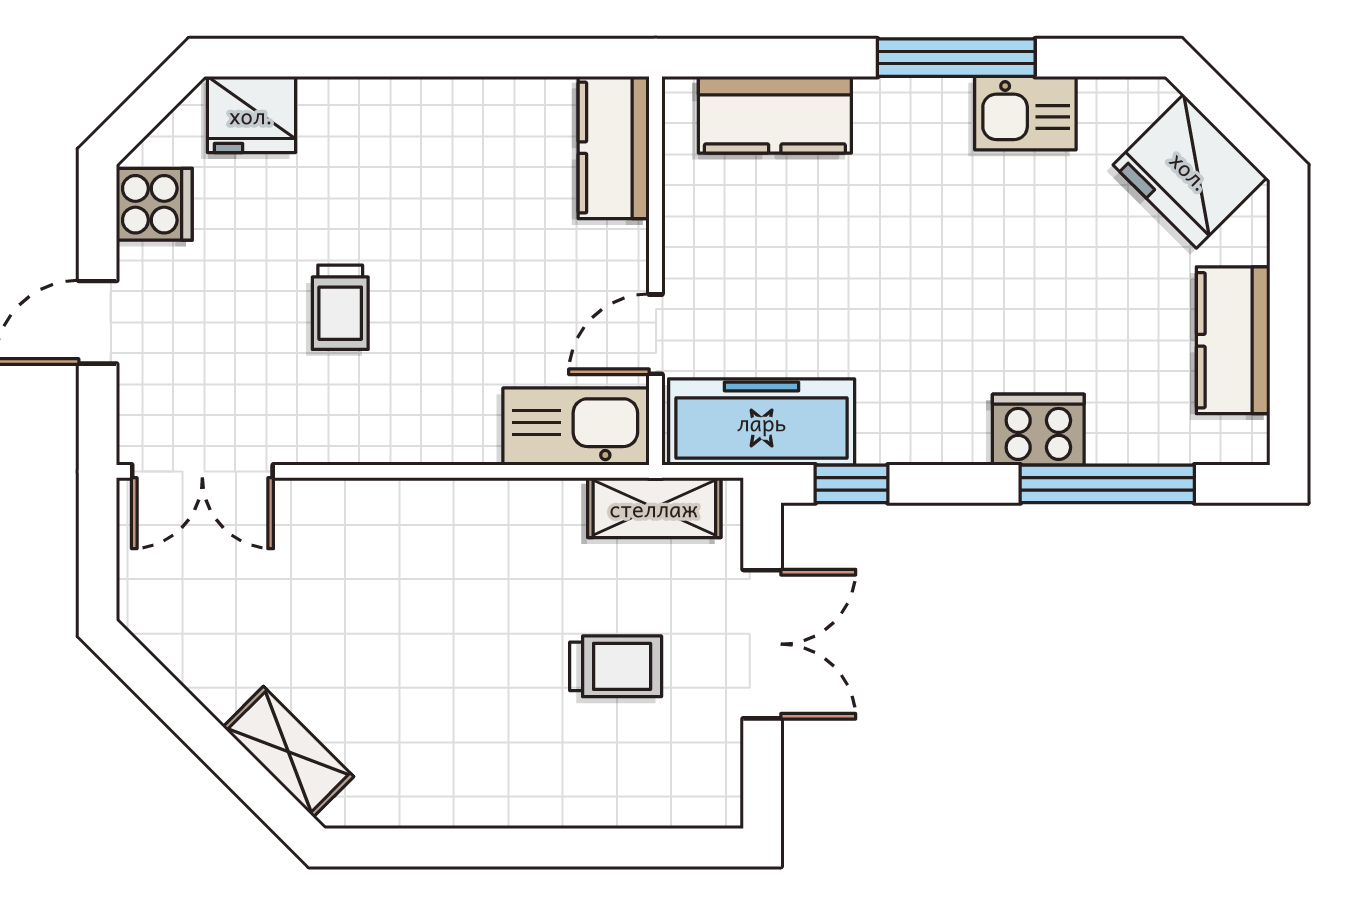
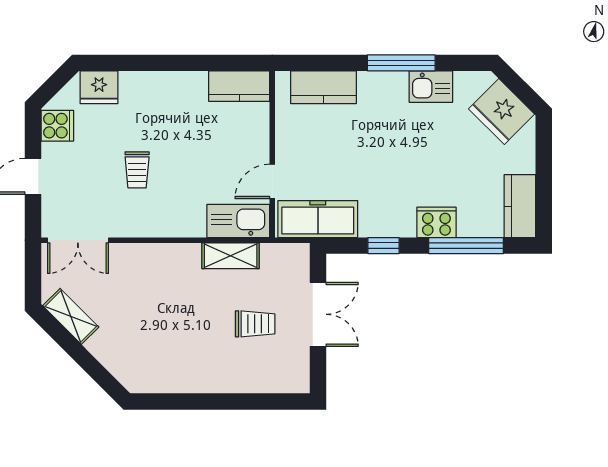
kitchen counter: (614, 148) -> (239, 86), moved, turned -90
kitchen counter: (1233, 340) -> (520, 206), moved
window: (852, 484) -> (384, 246), moved
shelving: (654, 508) -> (231, 256), moved
shelving: (288, 752) -> (71, 316), moved

